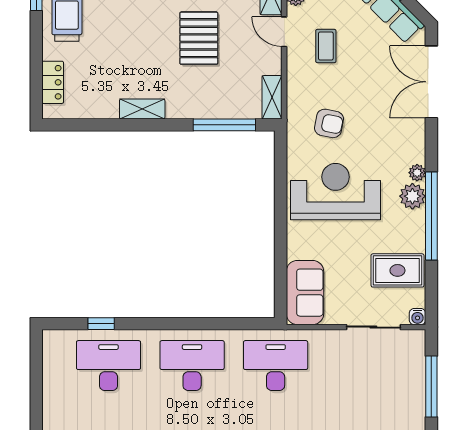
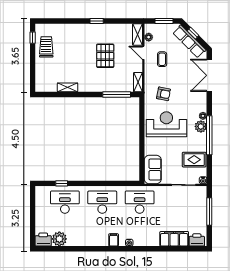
locker: (53, 82) -> (40, 75), removed
shelving: (142, 109) -> (68, 87), moved

